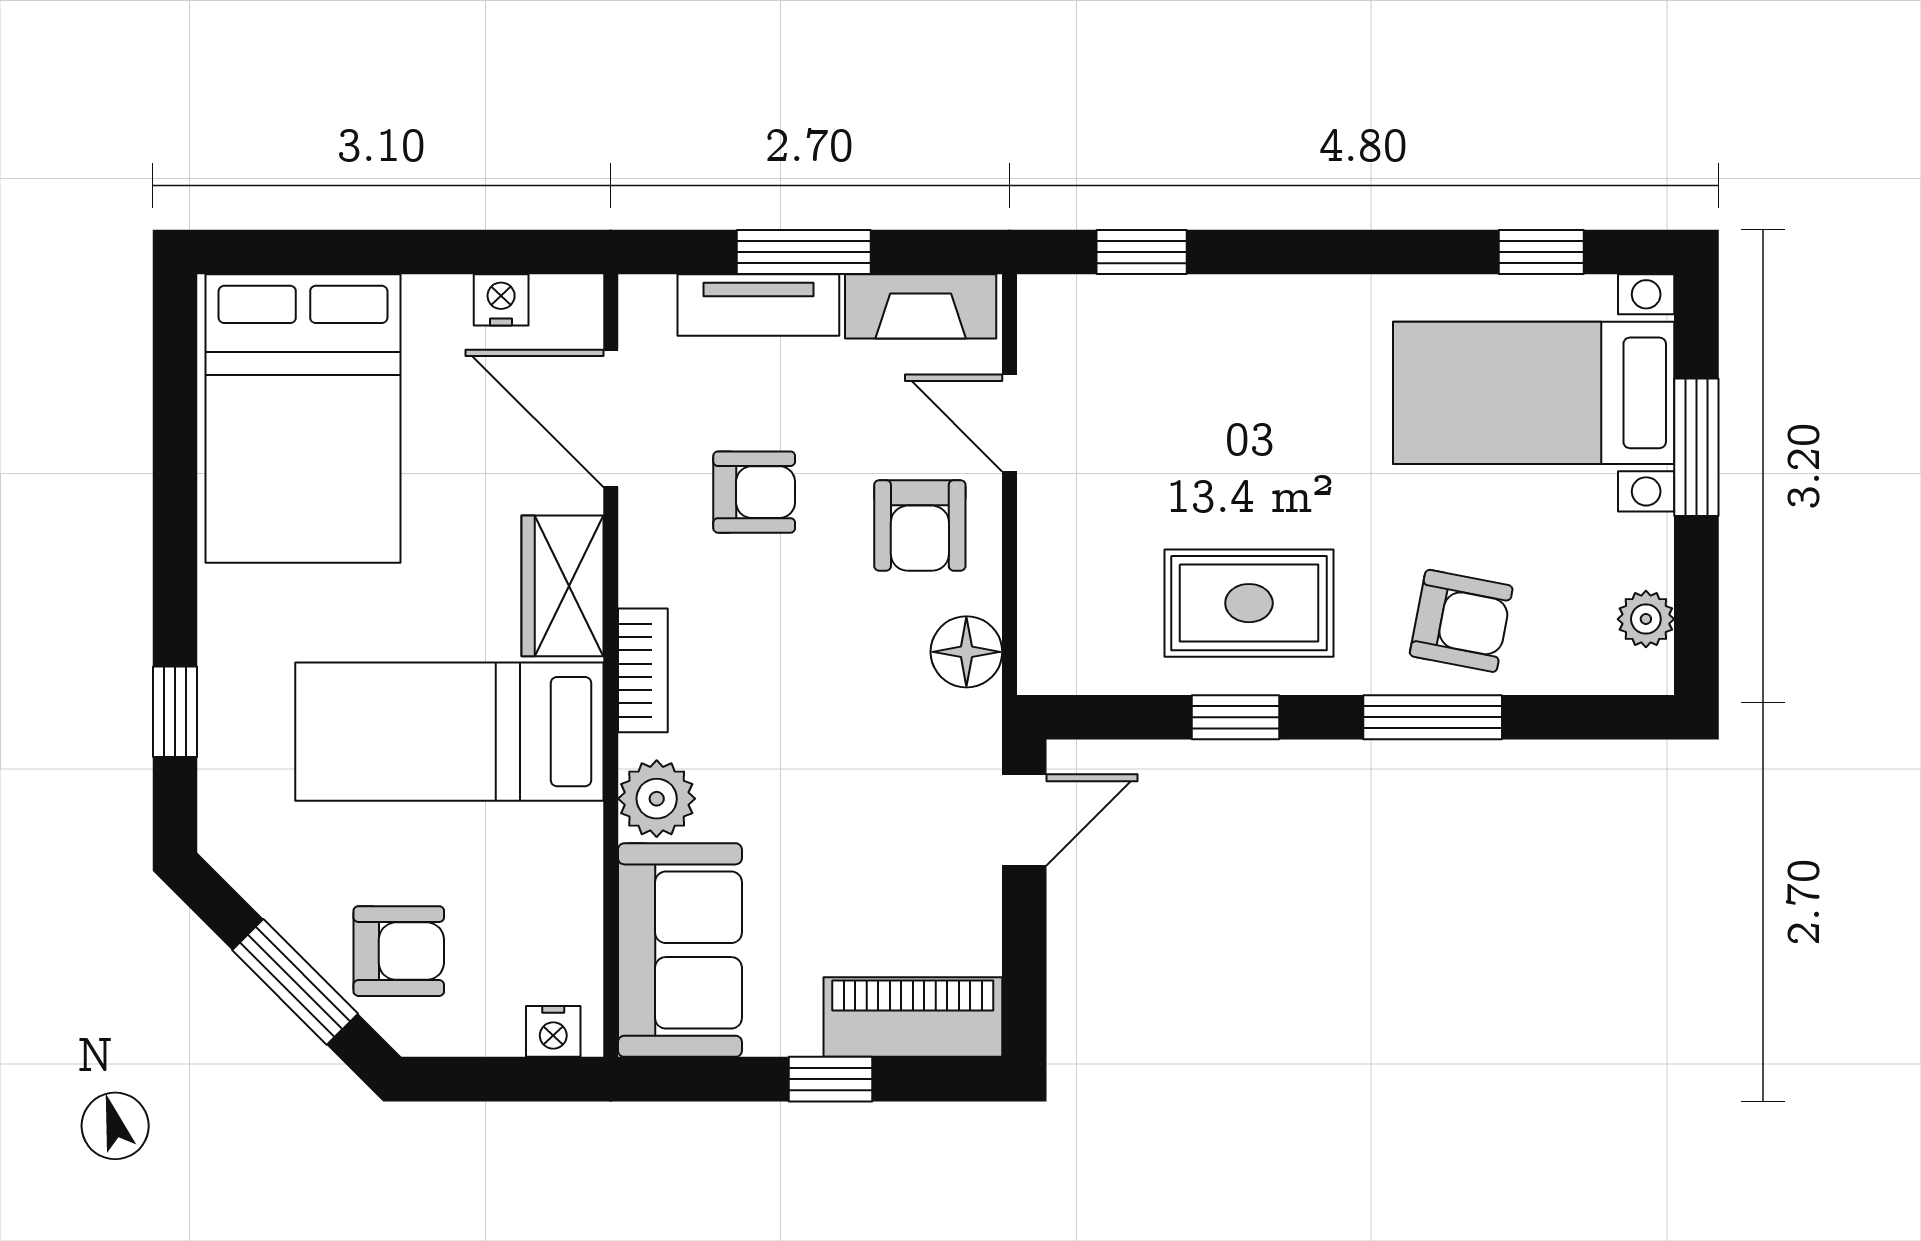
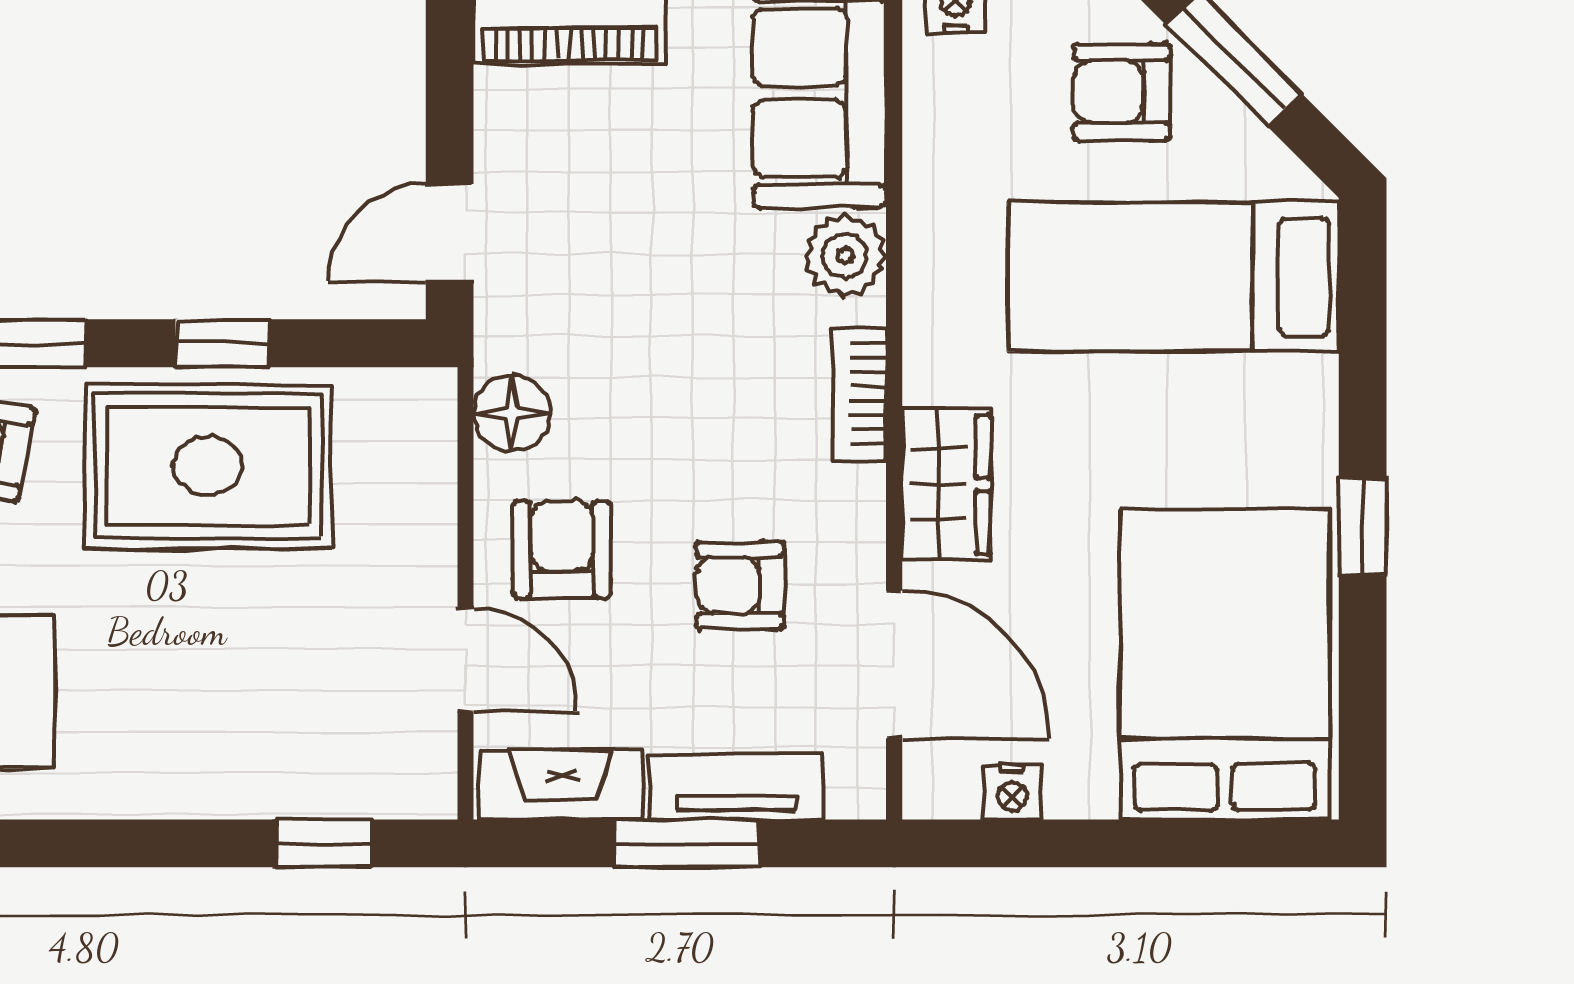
rug: (1249, 603) -> (208, 466), width x1.36, depth x1.43
window: (175, 712) -> (1363, 527), moved
bed: (449, 732) -> (1173, 277), moved, turned 180

